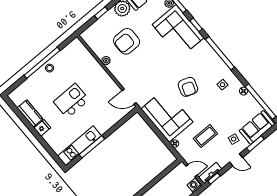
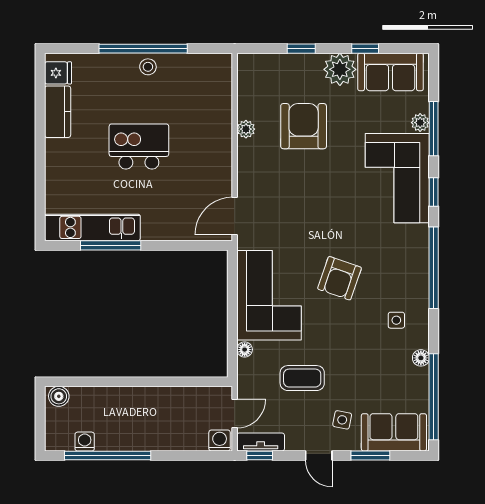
armchair: (127, 41) -> (304, 126), turned 90
door: (129, 97) -> (235, 216), hinge flipped
fridge: (42, 128) -> (58, 73), moved
door: (191, 171) -> (235, 414), hinge flipped

